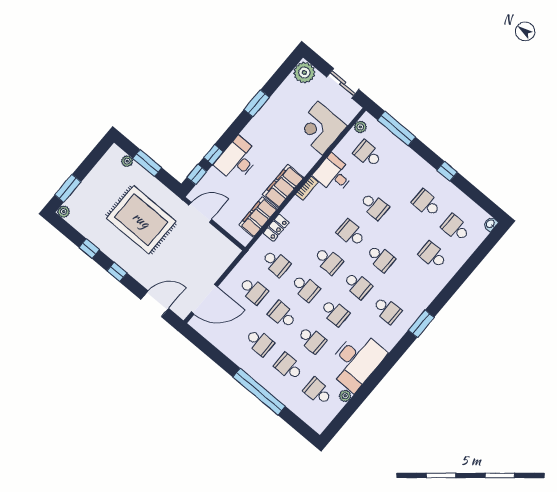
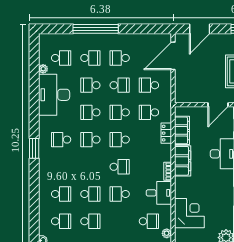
school desk: (381, 258) -> (90, 194), moved, turned 180

